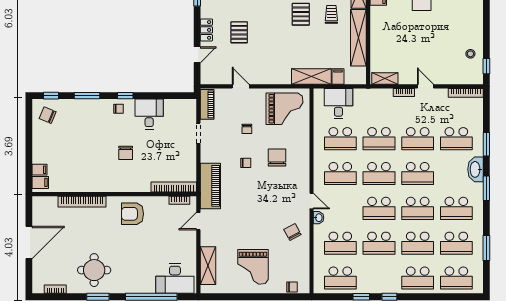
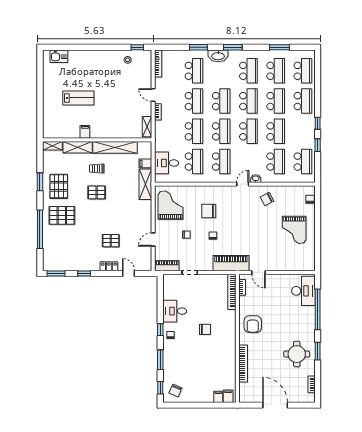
door: (425, 86) -> (153, 95), hinge flipped
shelving: (208, 266) -> (293, 265), removed
grand piano: (253, 267) -> (294, 230), turned 90

